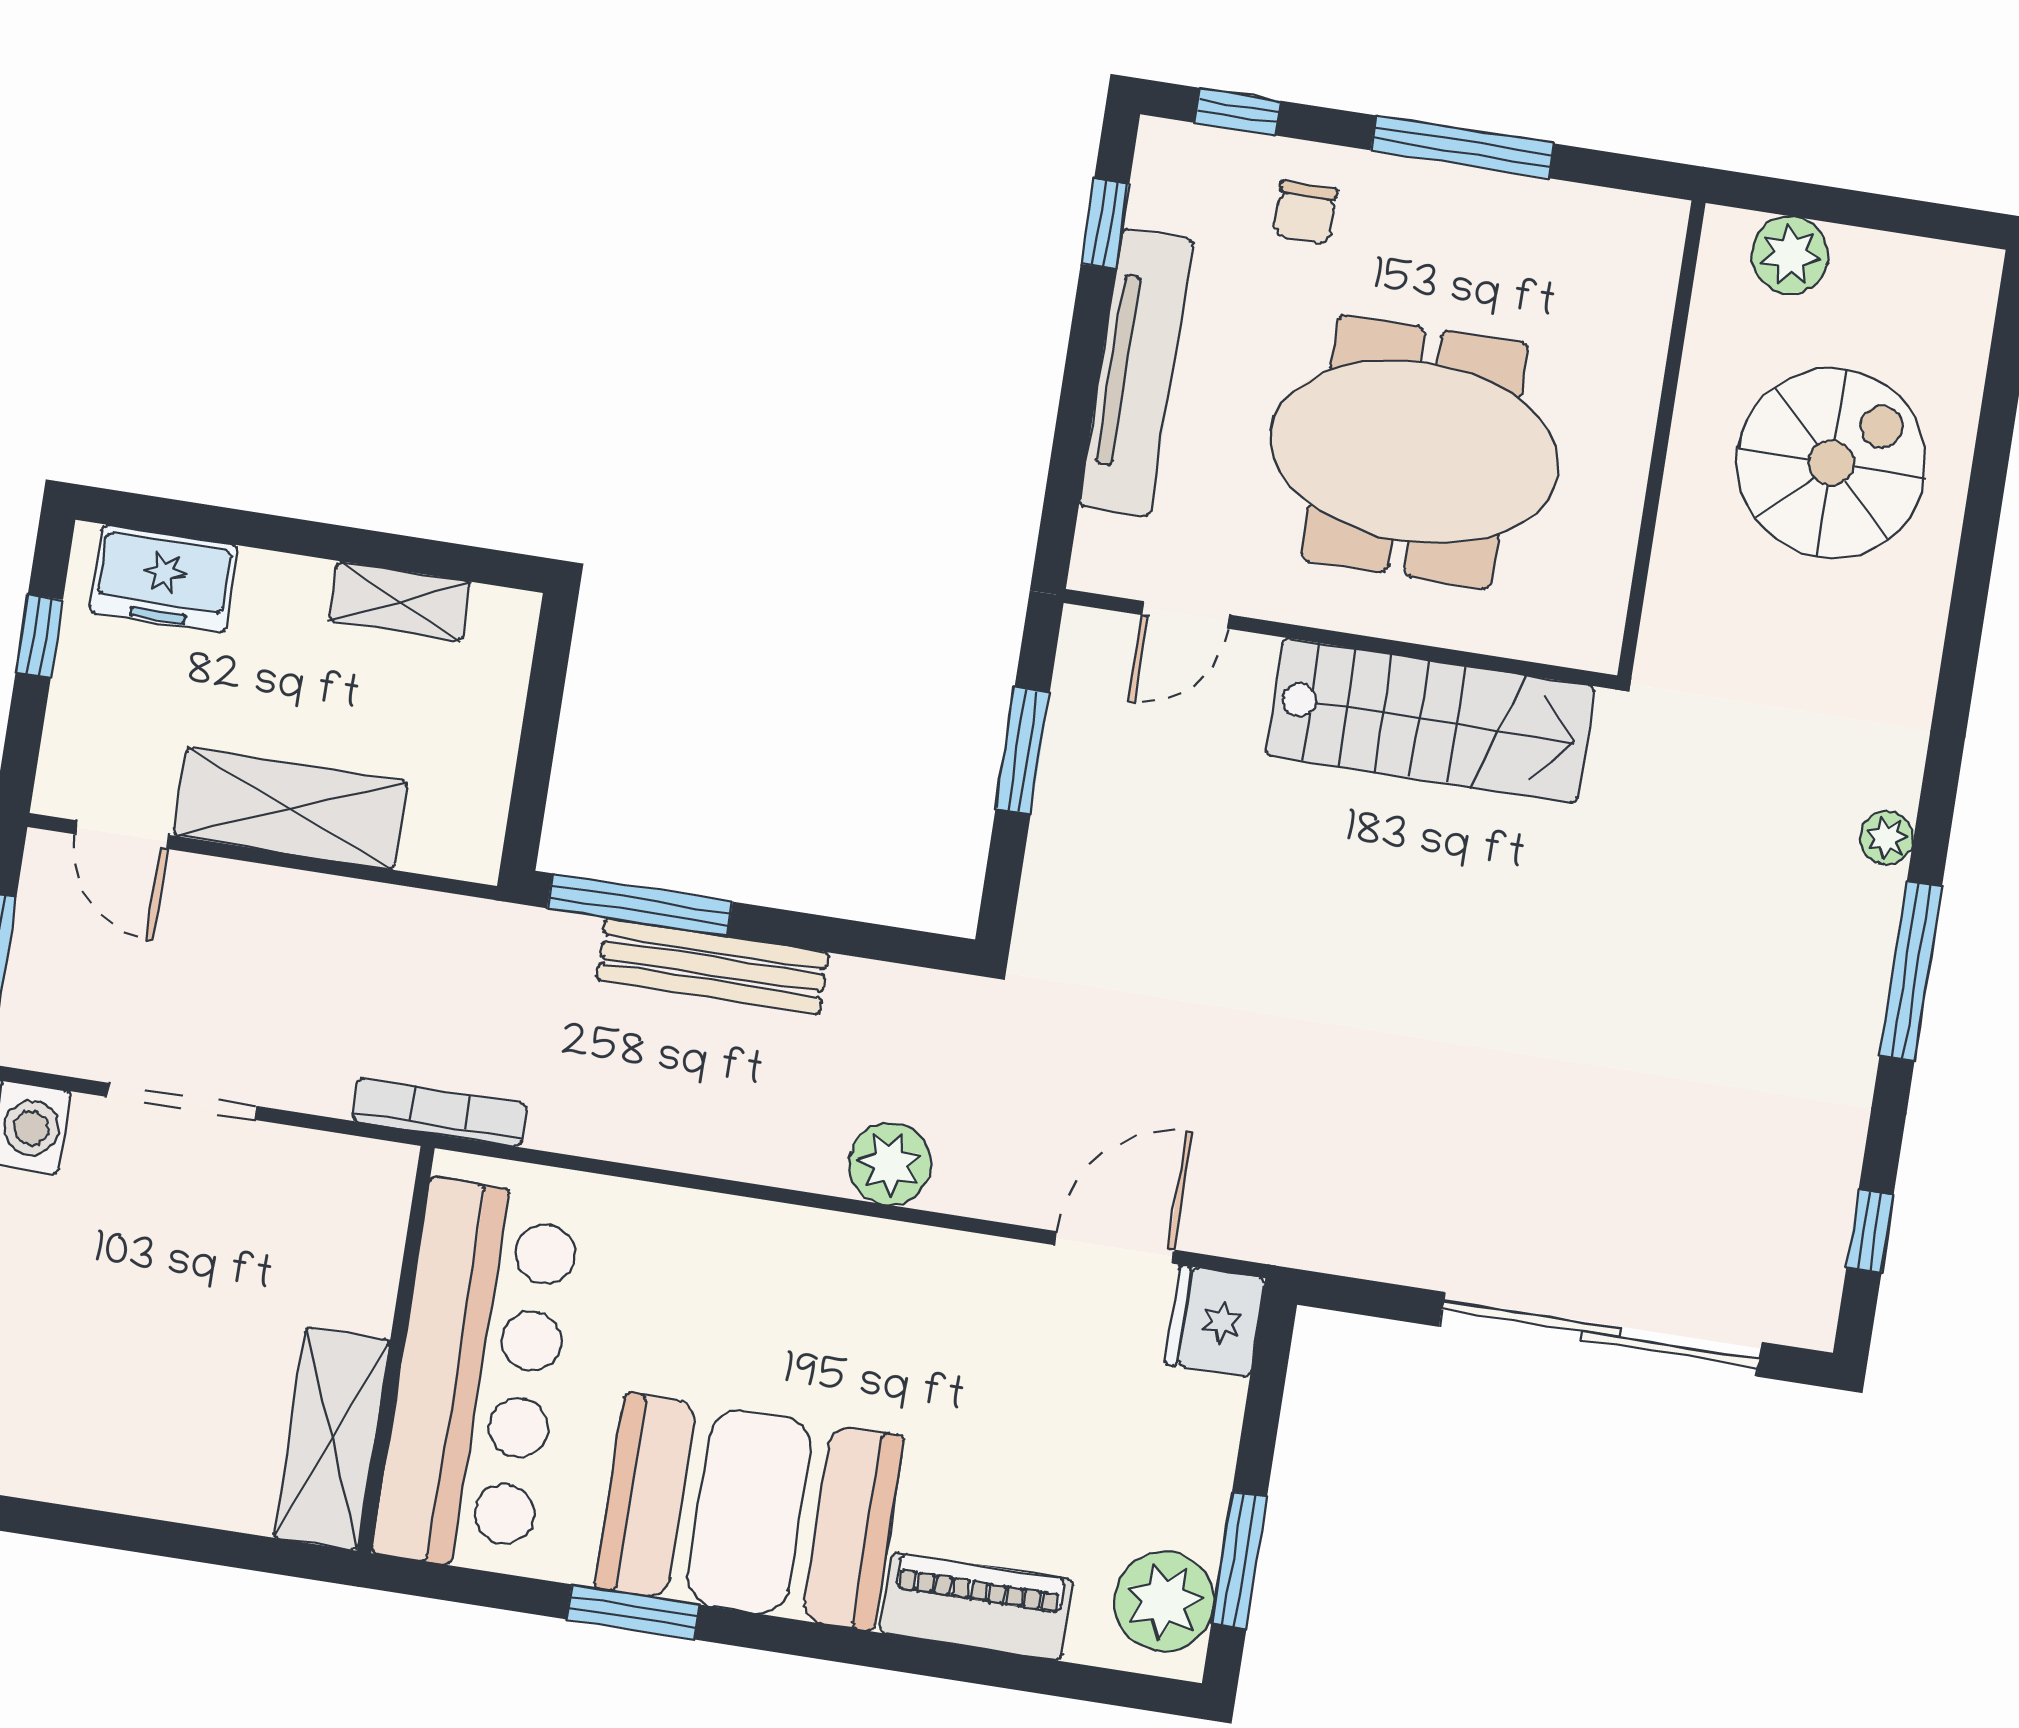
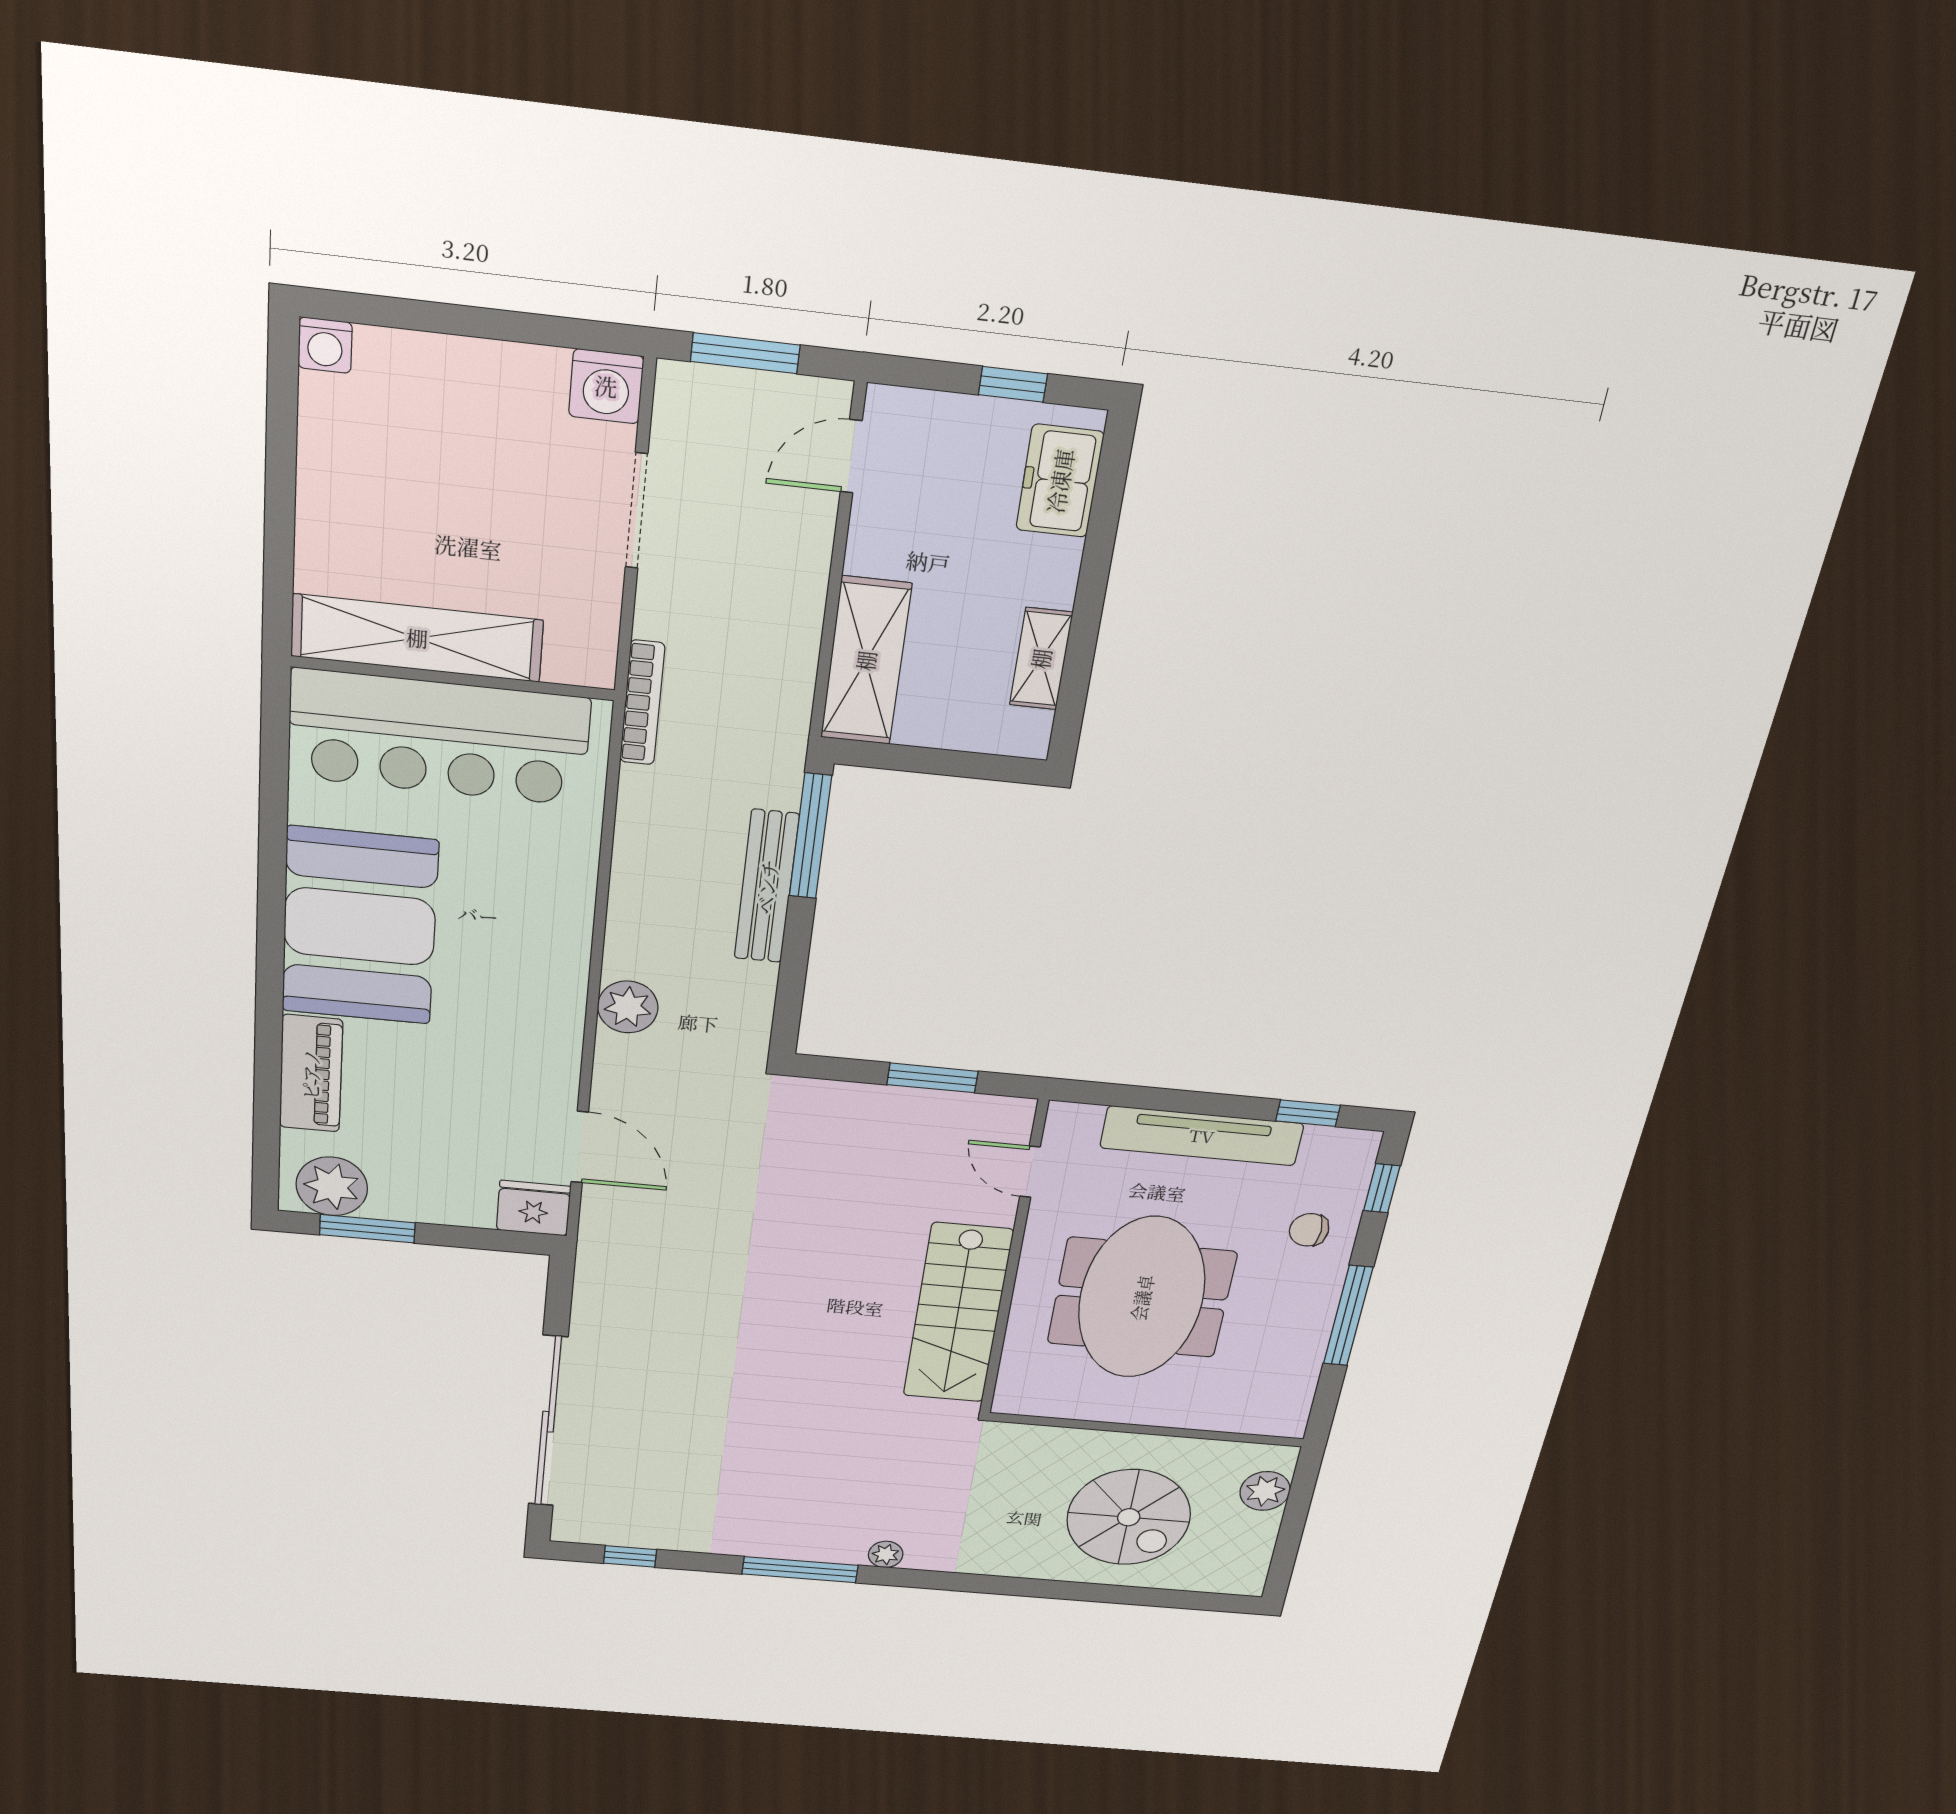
shelving: (290, 808) -> (866, 661), moved
shelving: (332, 1439) -> (417, 638), width x1.47
window: (633, 1612) -> (272, 852), removed

